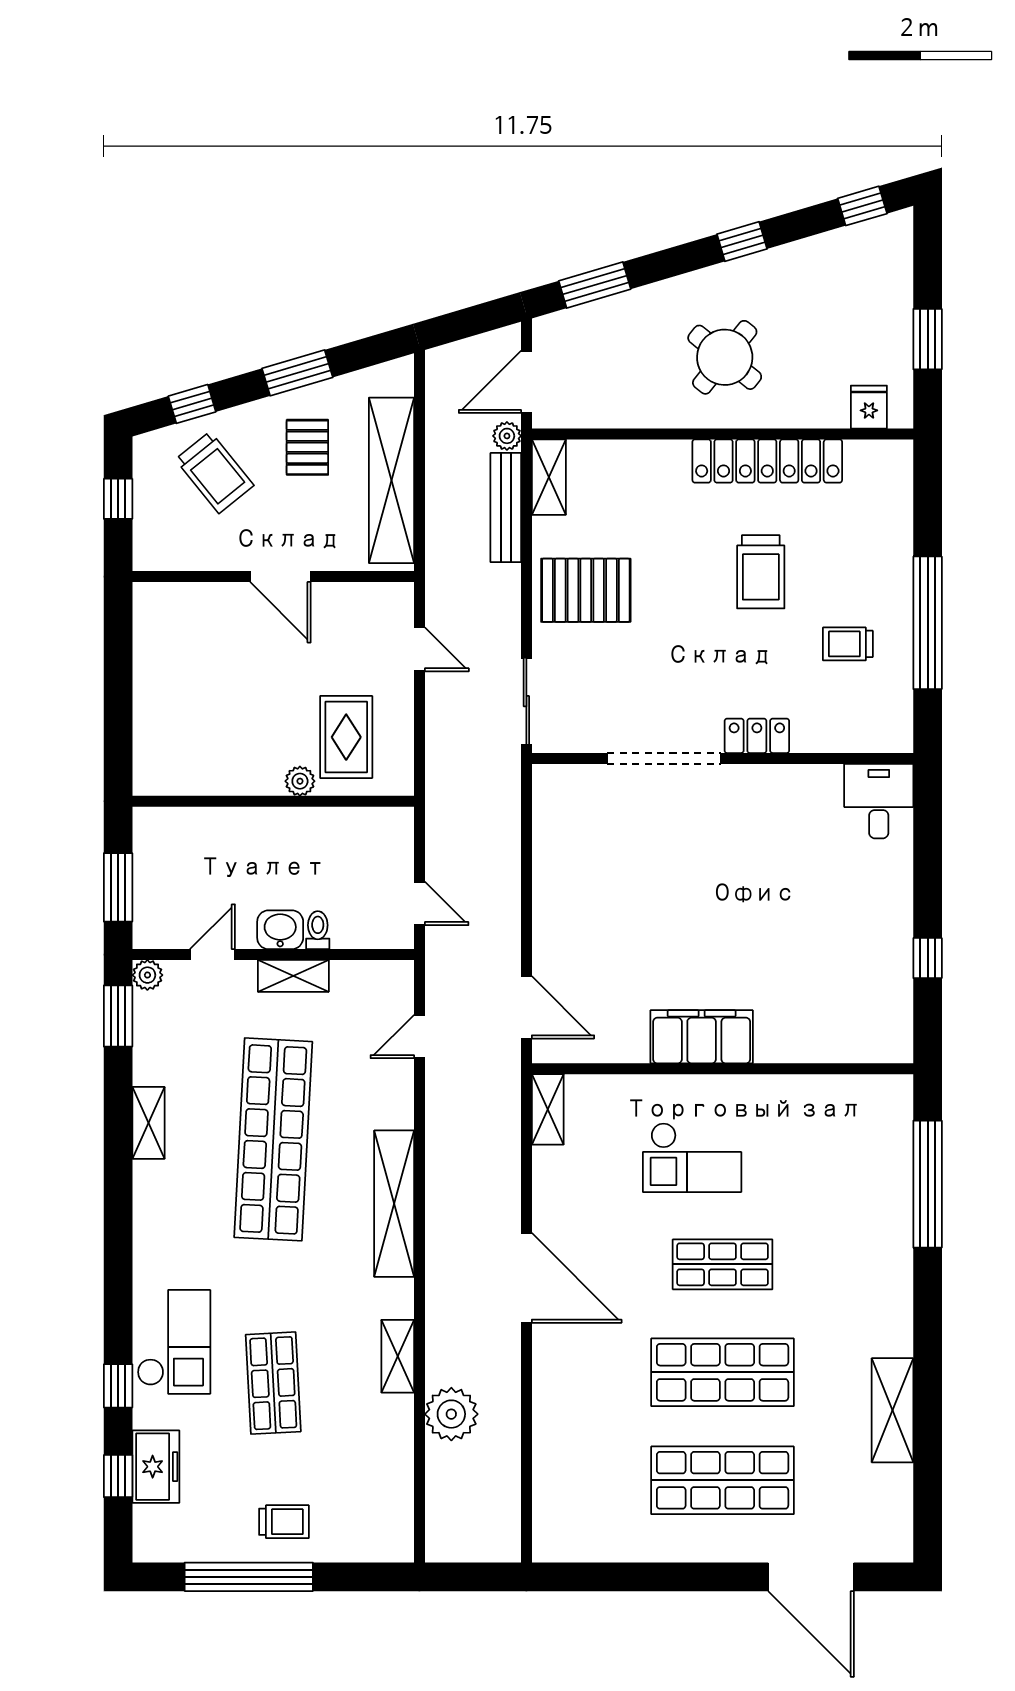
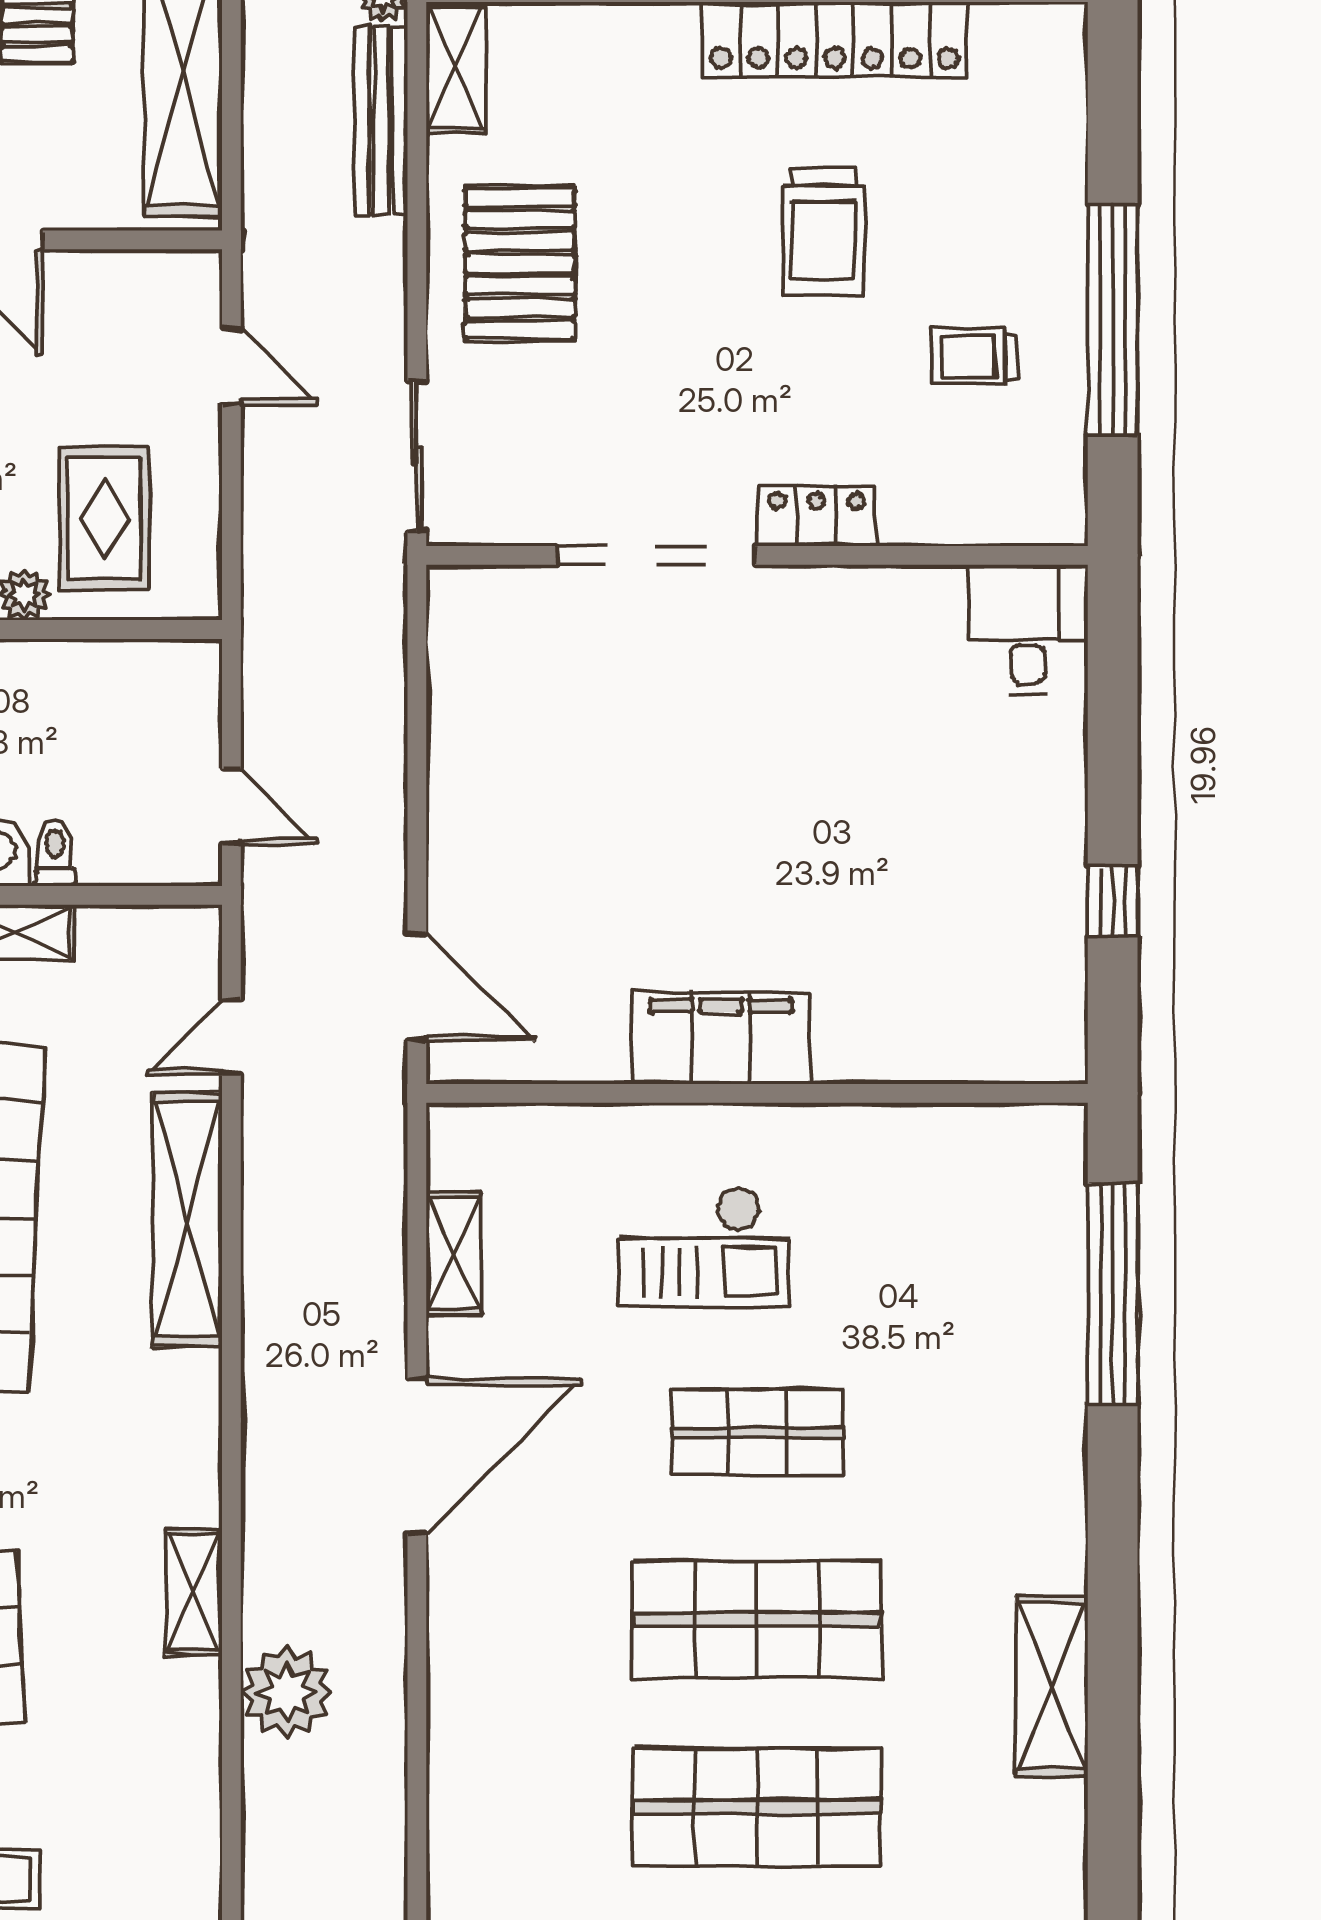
pallet: (586, 590) -> (520, 264), turned 90
shelving: (548, 1109) -> (454, 1254), moved
shelving: (394, 1204) -> (187, 1219), moved
door: (526, 1278) -> (417, 1456), hinge flipped

